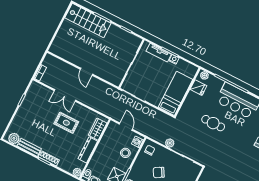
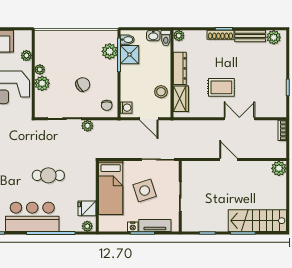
plant: (55, 48) -> (279, 168), added
side table: (154, 80) -> (145, 191), added
stool: (125, 153) -> (161, 92), moved

